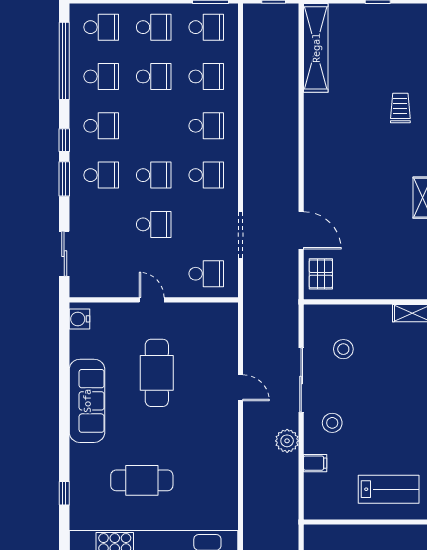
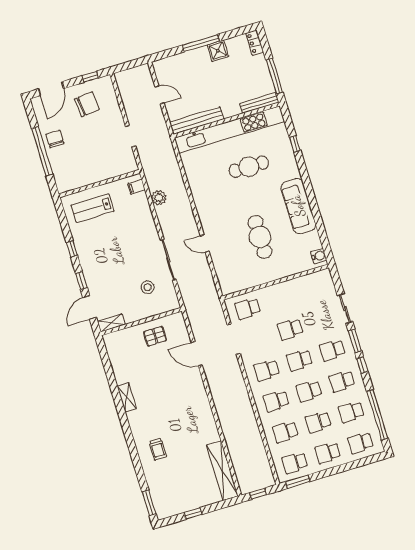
school desk: (154, 126) -> (309, 391), added
sliding door: (64, 254) -> (345, 308), moved
pallet: (321, 274) -> (155, 336), moved, turned 90
door: (152, 300) -> (277, 282), removed
stool: (332, 423) -> (141, 239), removed
plant: (287, 441) -> (159, 198), moved
filing cabinet: (315, 463) -> (136, 187), moved

